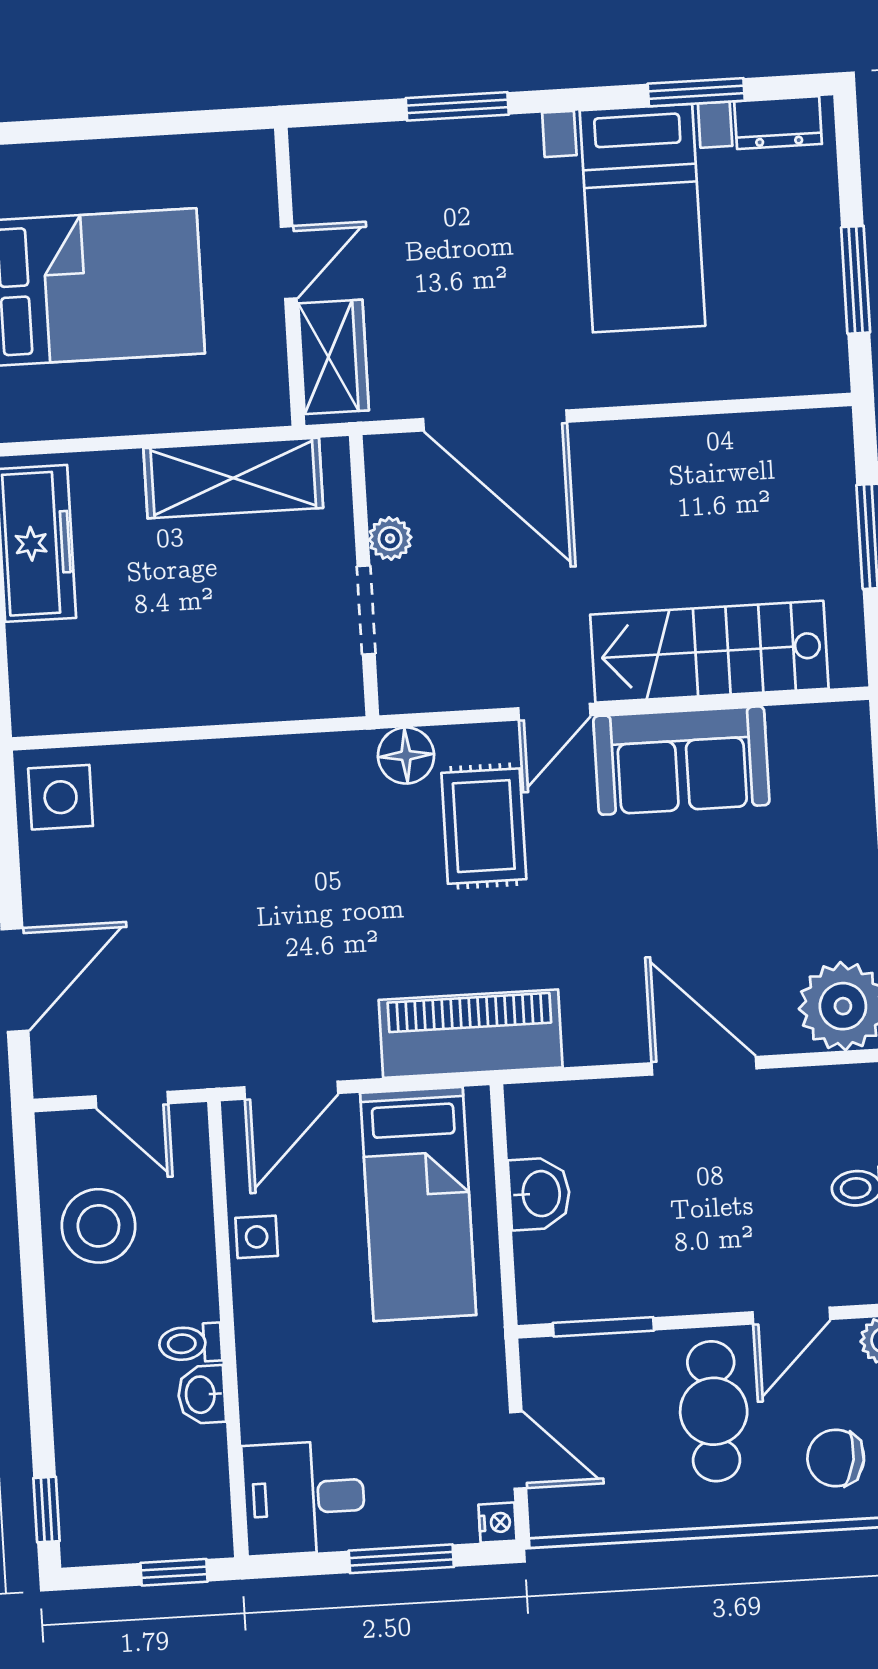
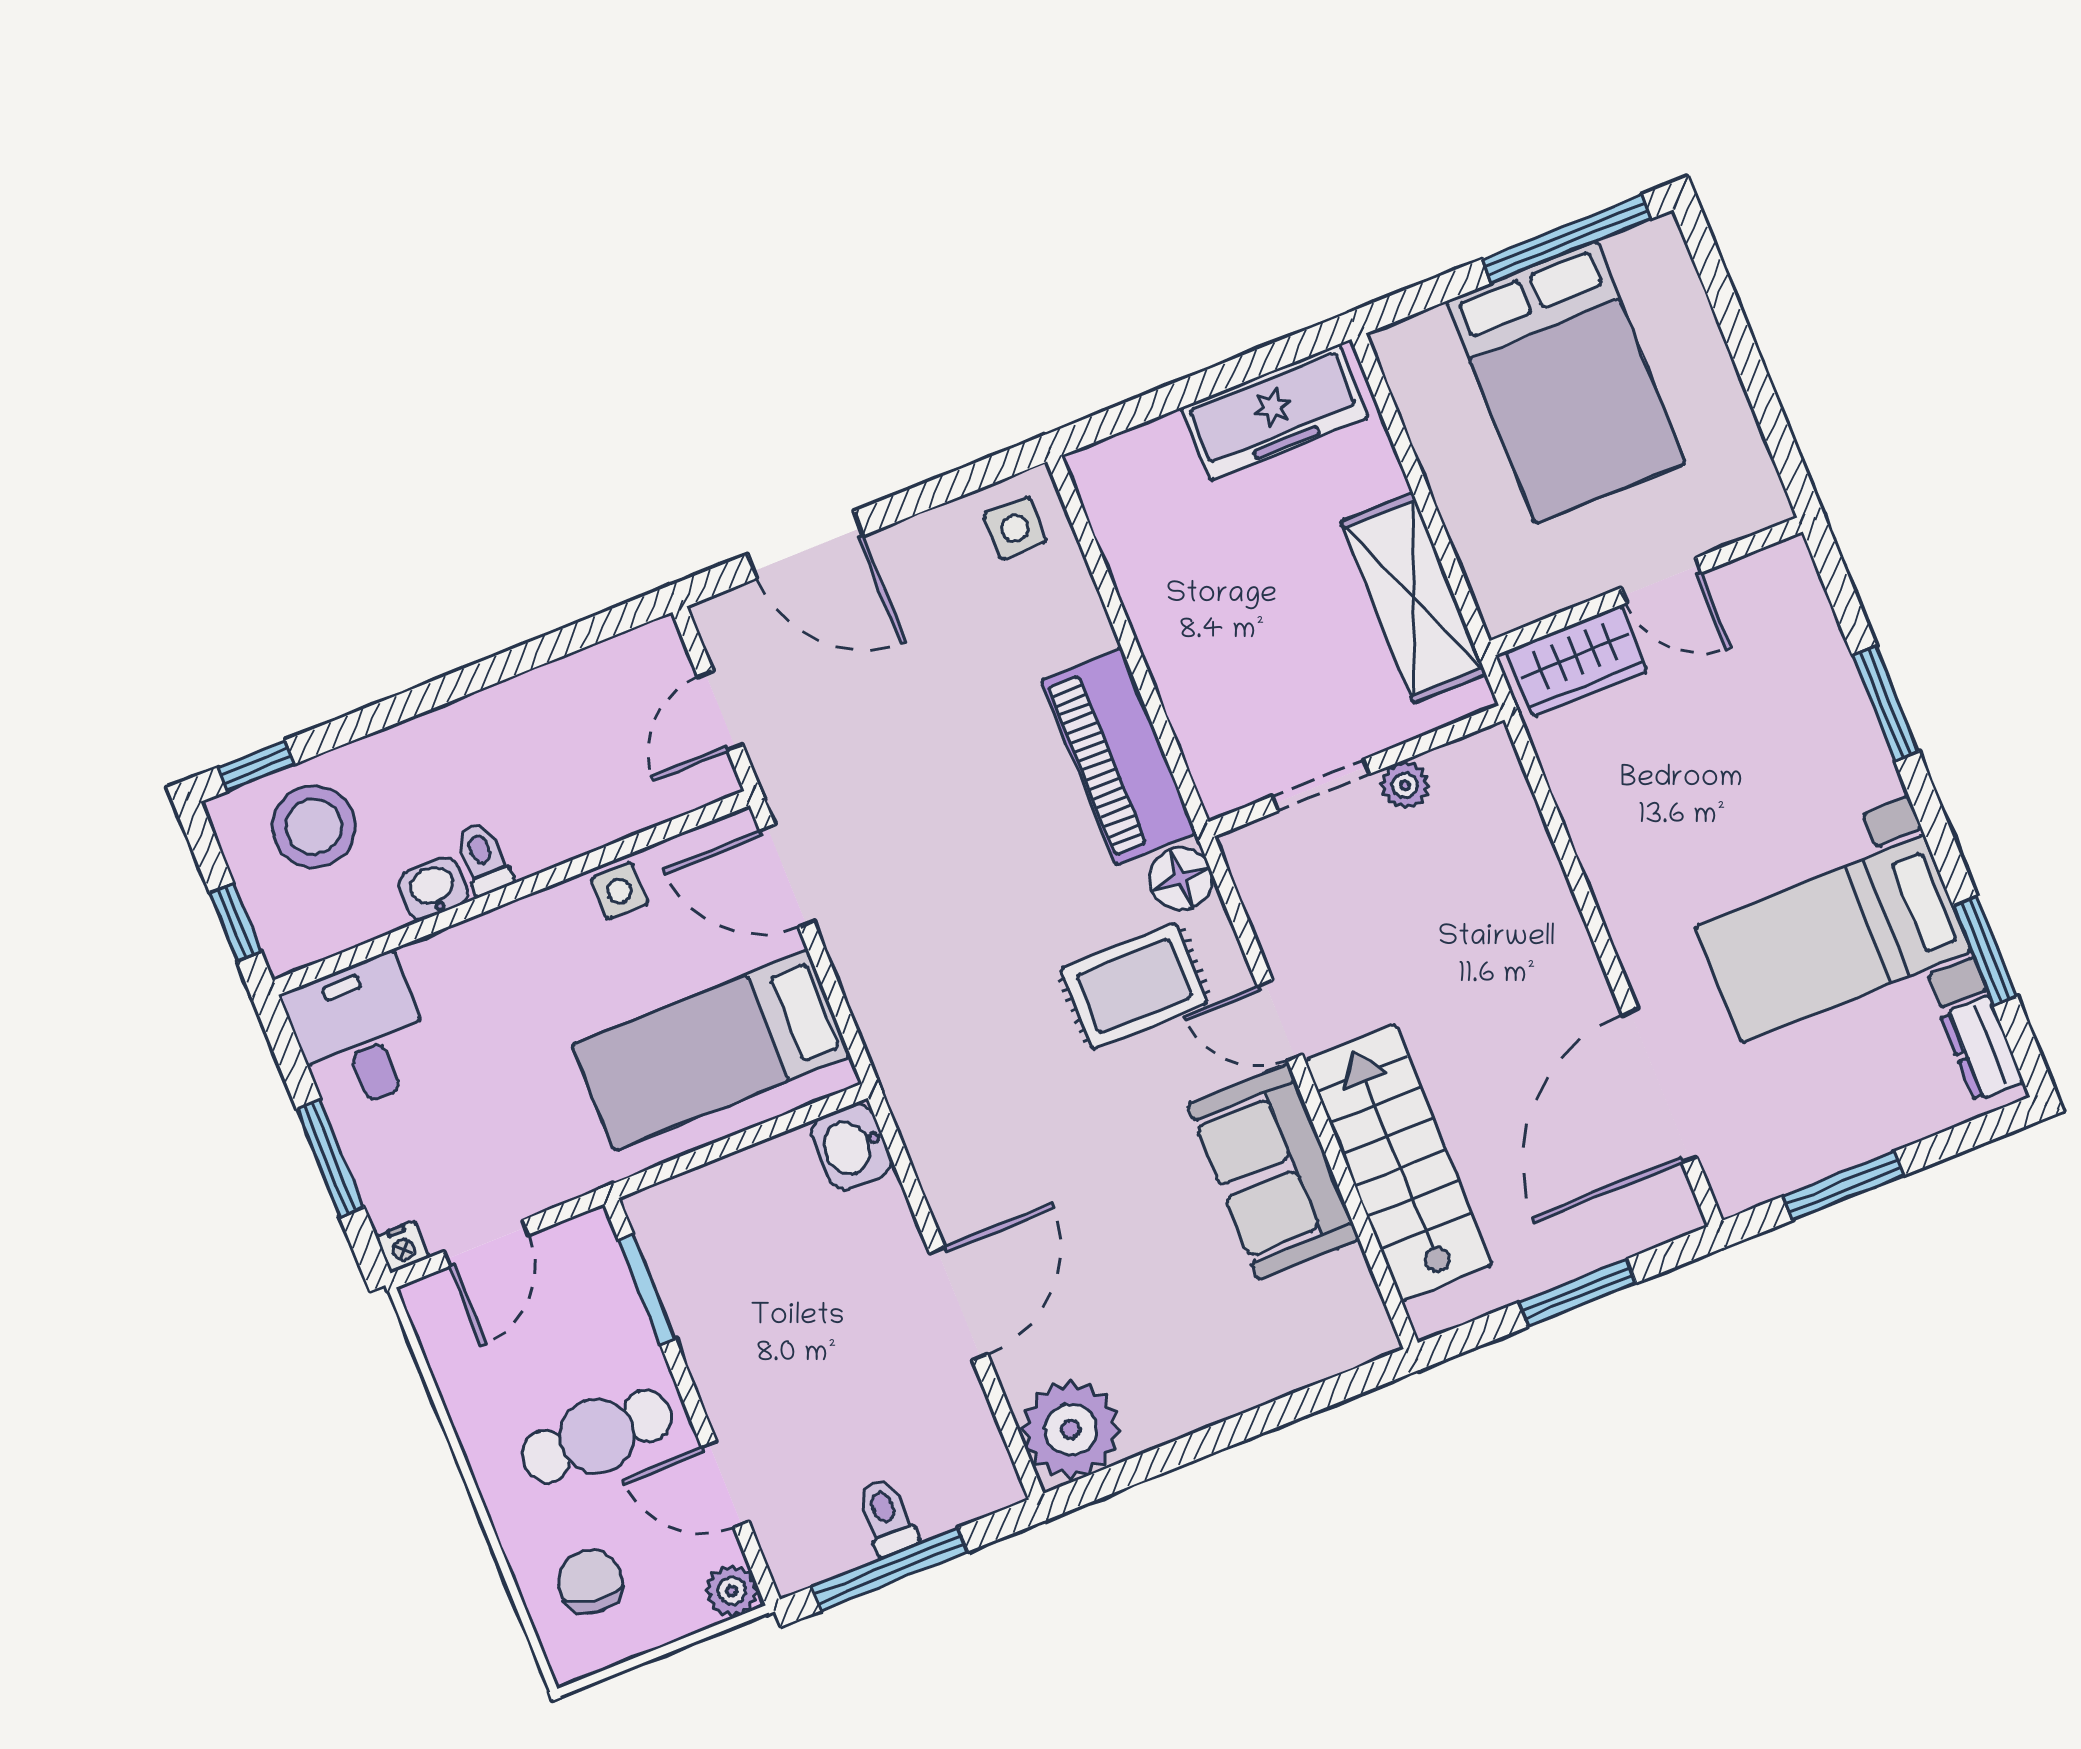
door: (495, 420) -> (1660, 1086), moved
side table: (61, 797) -> (1015, 528), width x0.73, depth x0.73
piano: (471, 1034) -> (1119, 757), moved, turned 180
washbasin: (539, 1194) -> (852, 1147), moved, turned 90
stool: (98, 1226) -> (314, 827), moved

